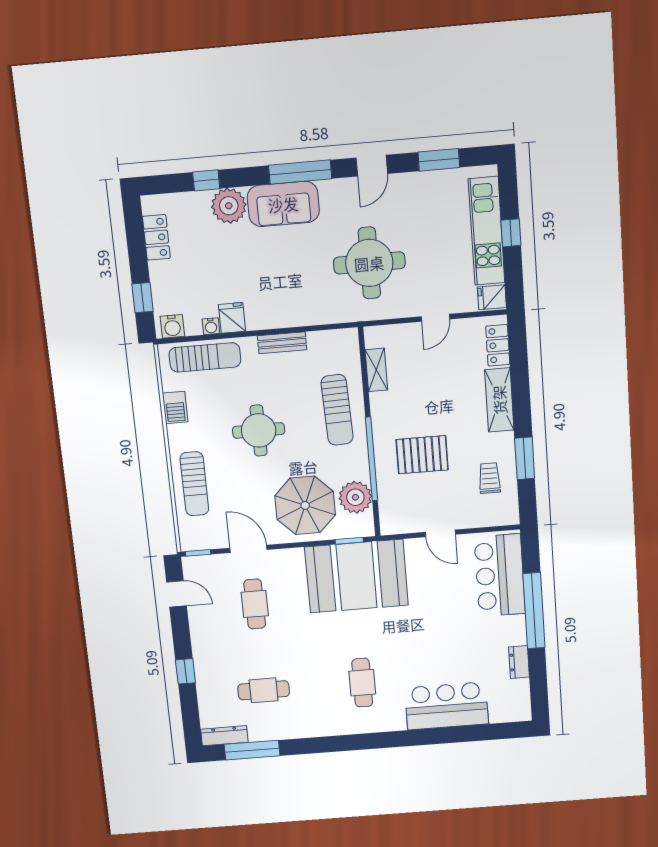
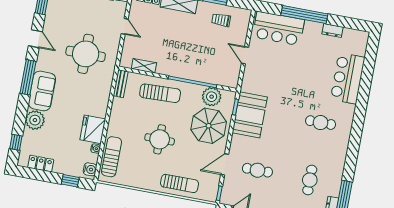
window: (206, 180) -> (16, 142), moved
fridge: (232, 318) -> (93, 129), width x1.88, depth x1.34
bench: (282, 343) -> (121, 84), moved
barbecue: (175, 407) -> (134, 181), removed
pallet: (422, 455) -> (198, 53), removed
door: (440, 533) -> (245, 55), swing flipped
booth: (356, 576) -> (250, 115), width x0.73, depth x0.70

